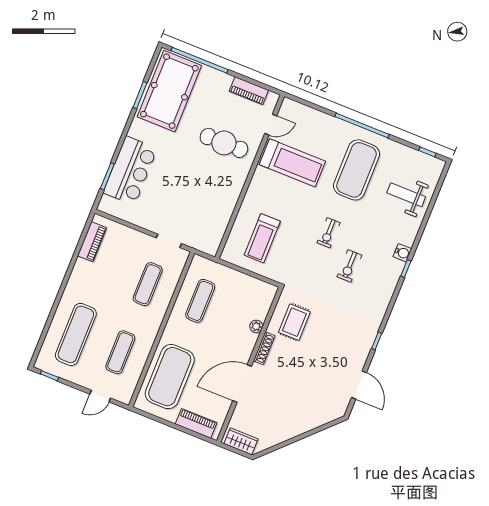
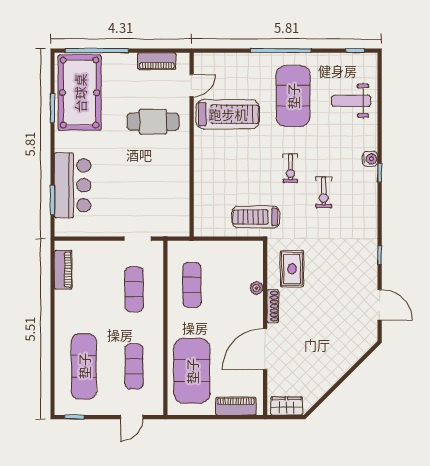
treadmill: (262, 238) -> (256, 217), moved, turned 90

